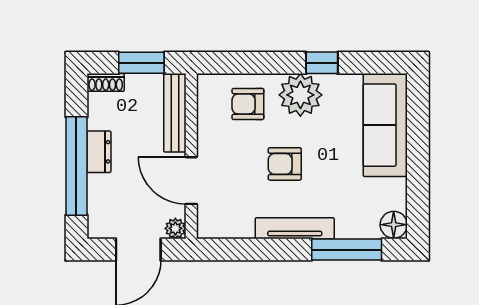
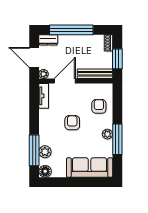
window: (322, 63) -> (117, 139), width x2.17
plant: (300, 95) -> (107, 134), width x0.53, depth x0.53
dresser: (99, 152) -> (48, 40), moved
plant: (350, 225) -> (45, 152), added
tv unit: (295, 228) -> (44, 96), moved, width x0.71

